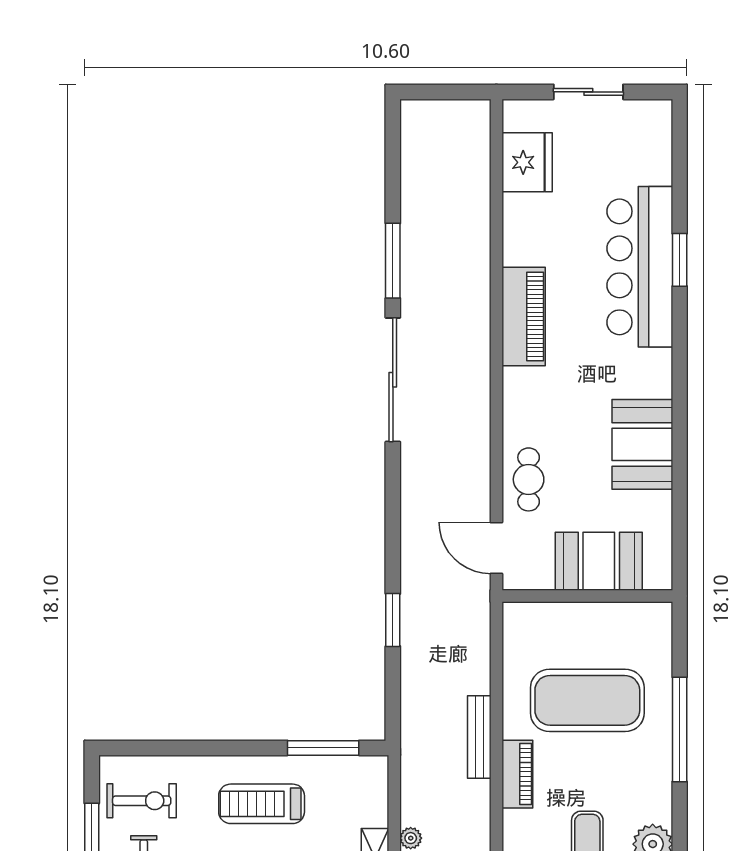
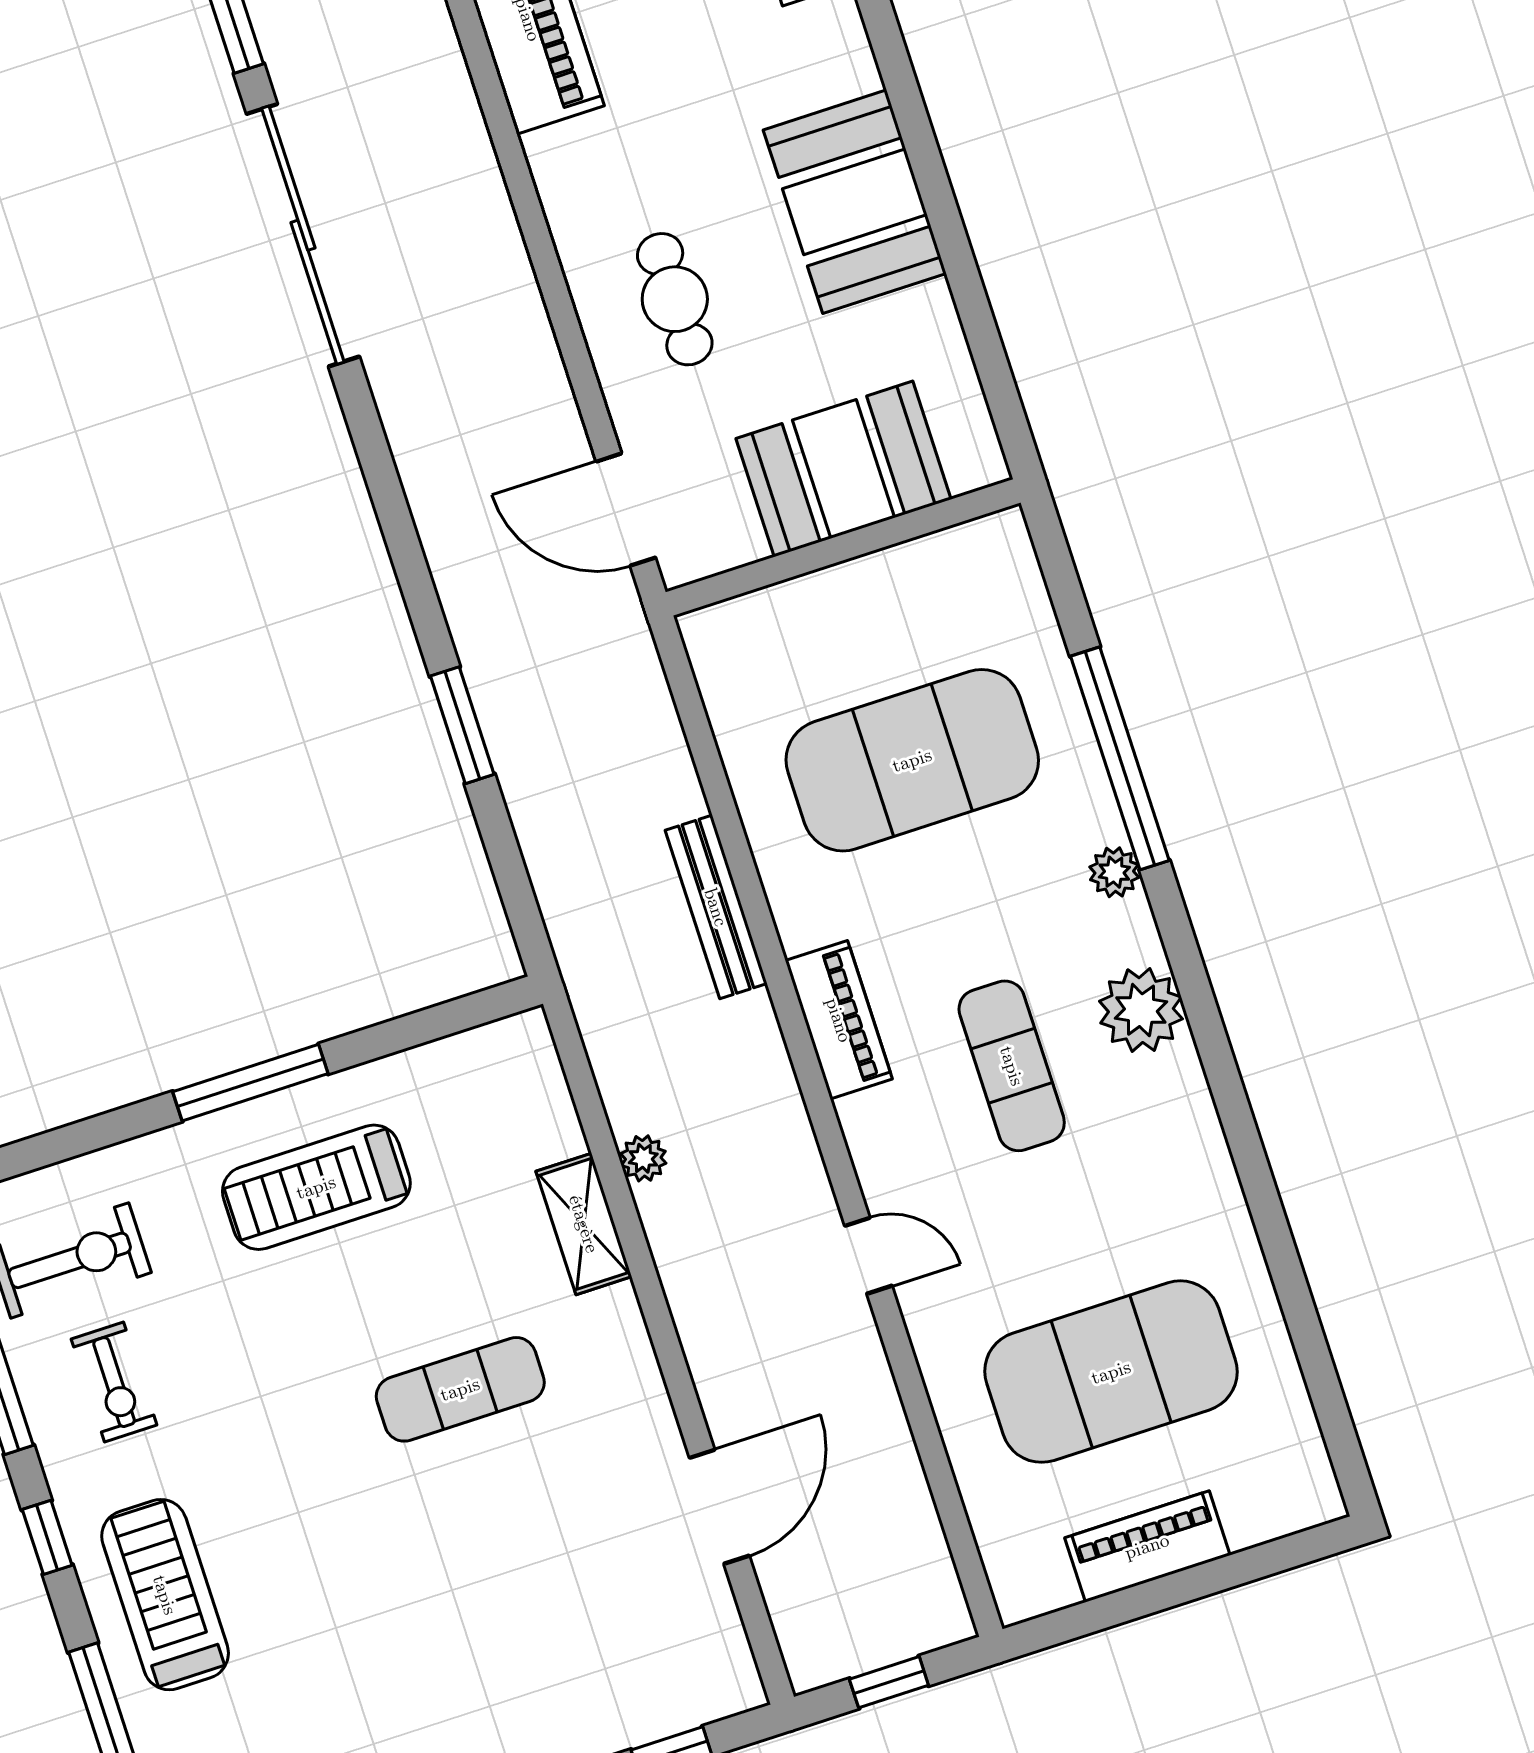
cafe table: (529, 479) -> (675, 299), moved
window: (323, 748) -> (250, 1083), moved
piano: (517, 774) -> (839, 1020), moved
plant: (661, 779) -> (1114, 872), added

